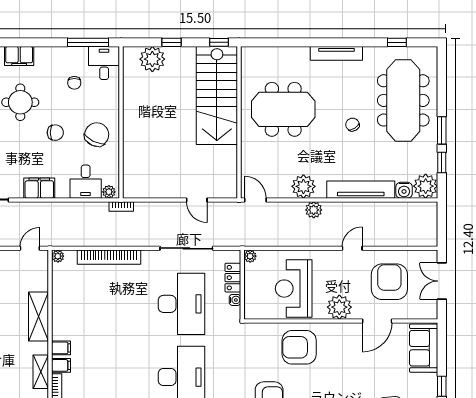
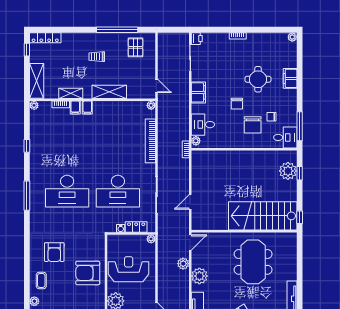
window: (172, 42) -> (300, 173), moved
chair: (97, 135) -> (253, 125), moved, turned 64
plant: (314, 210) -> (183, 264), moved
armchair: (299, 347) -> (88, 273), turned -90

